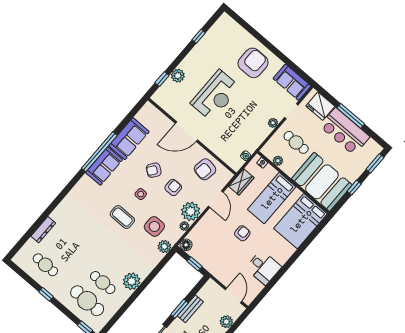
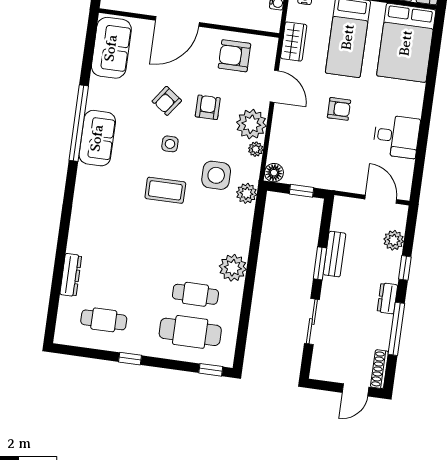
sofa: (129, 139) -> (111, 48), moved
armchair: (205, 169) -> (234, 56), turned 81
armchair: (242, 233) -> (339, 109), turned 90

